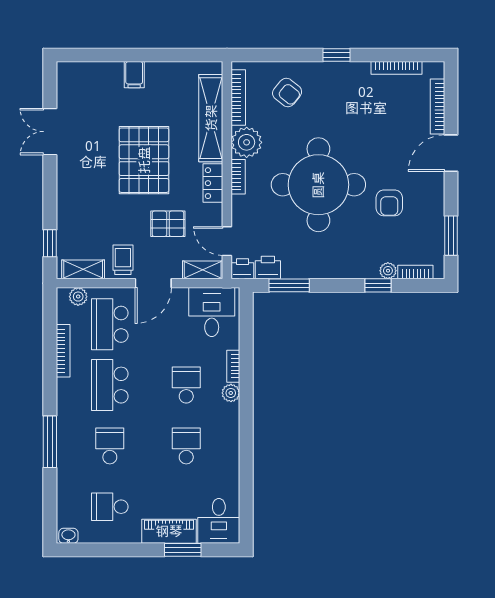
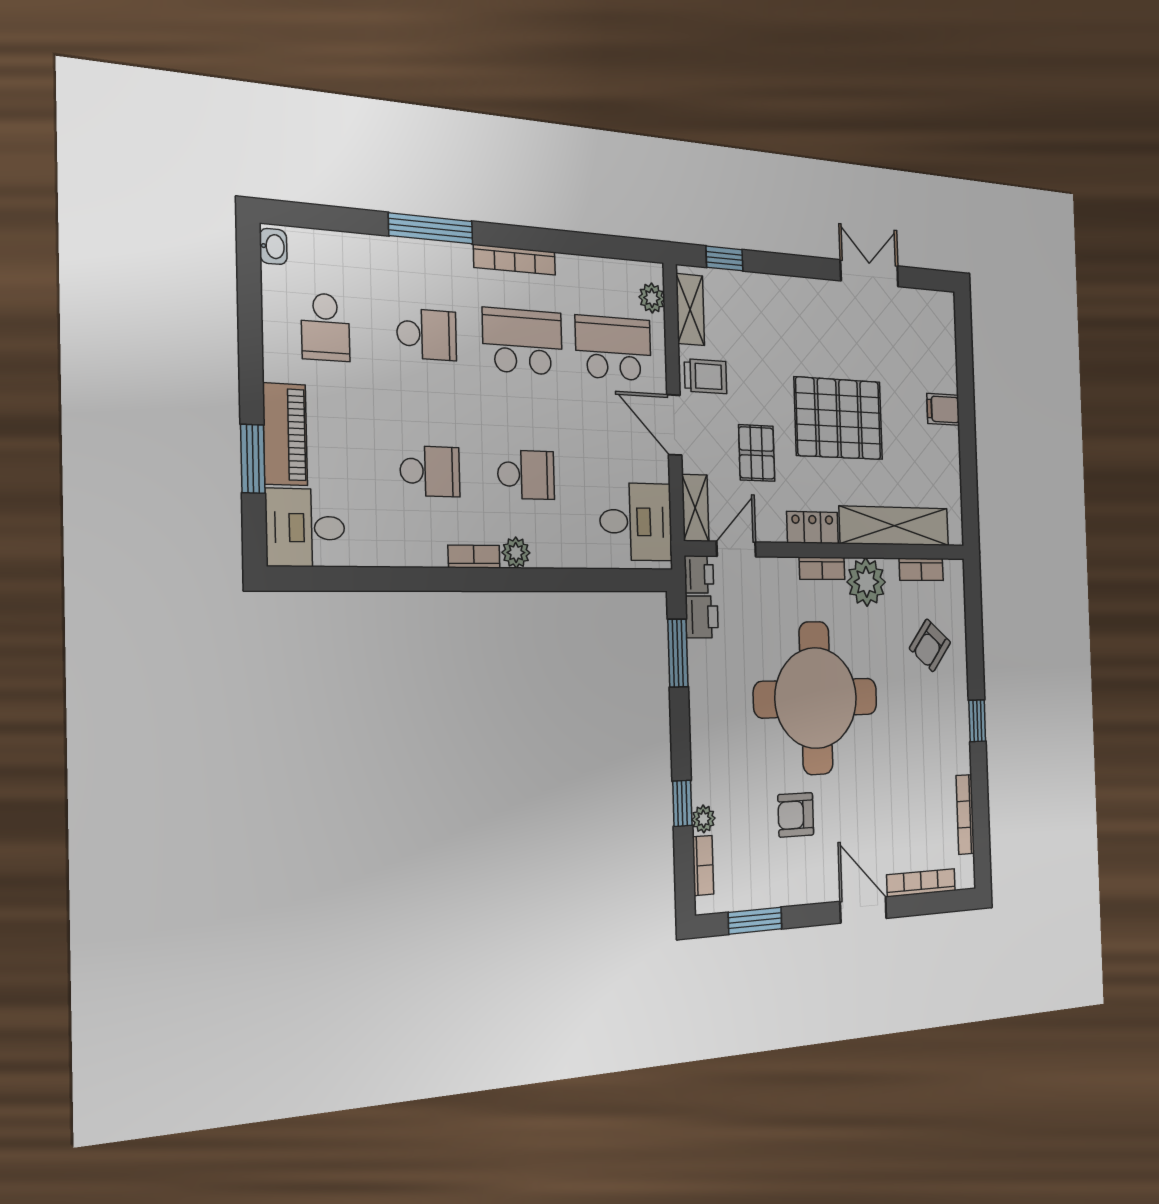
bookcase: (238, 98) -> (921, 569), width x0.64
bookcase: (63, 351) -> (515, 260), moved
bookcase: (233, 366) -> (474, 557), moved
school desk: (110, 507) -> (325, 327), turned 180

